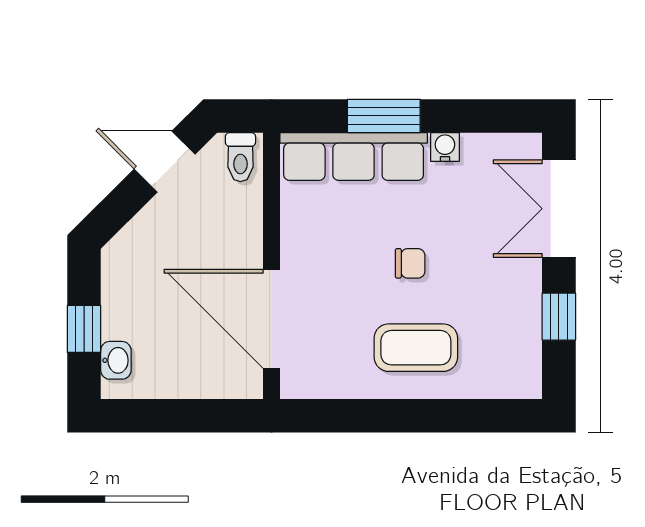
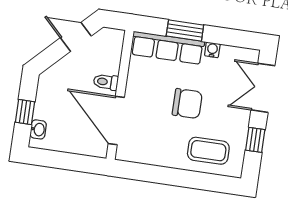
toilet: (240, 157) -> (106, 82), moved, turned 90
chair: (410, 263) -> (187, 104), width x1.87, depth x1.87
coffee table: (416, 348) -> (208, 151), moved

